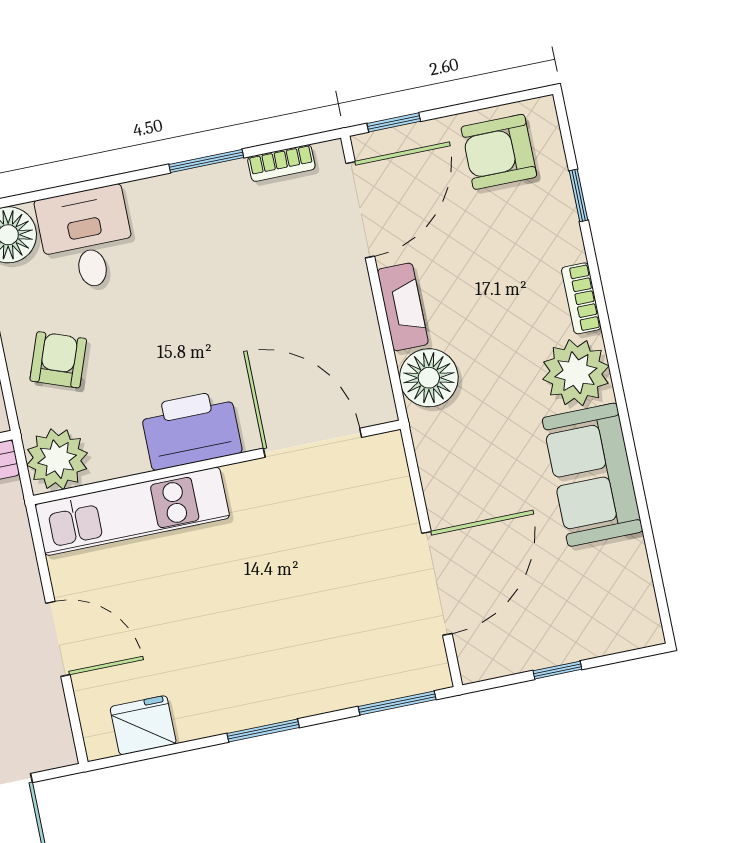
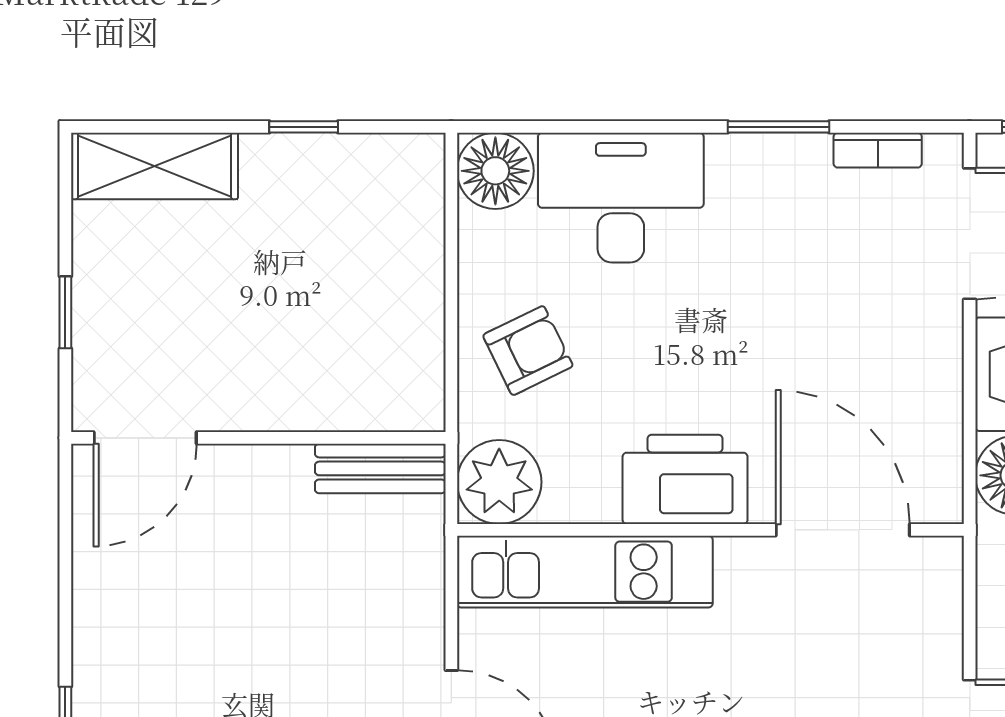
desk: (87, 239) -> (621, 198), width x1.37
armchair: (58, 360) -> (528, 351), turned 44

